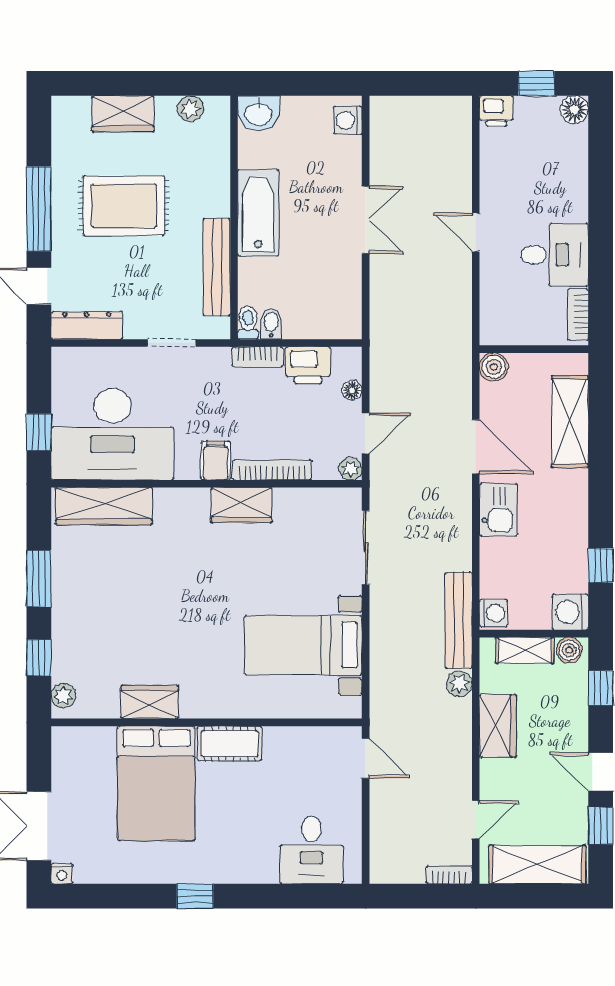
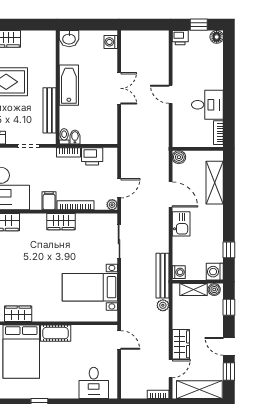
plant: (191, 109) -> (37, 36), removed
floor lamp: (352, 390) -> (113, 168), removed
wardrobe: (498, 726) -> (181, 344), moved

